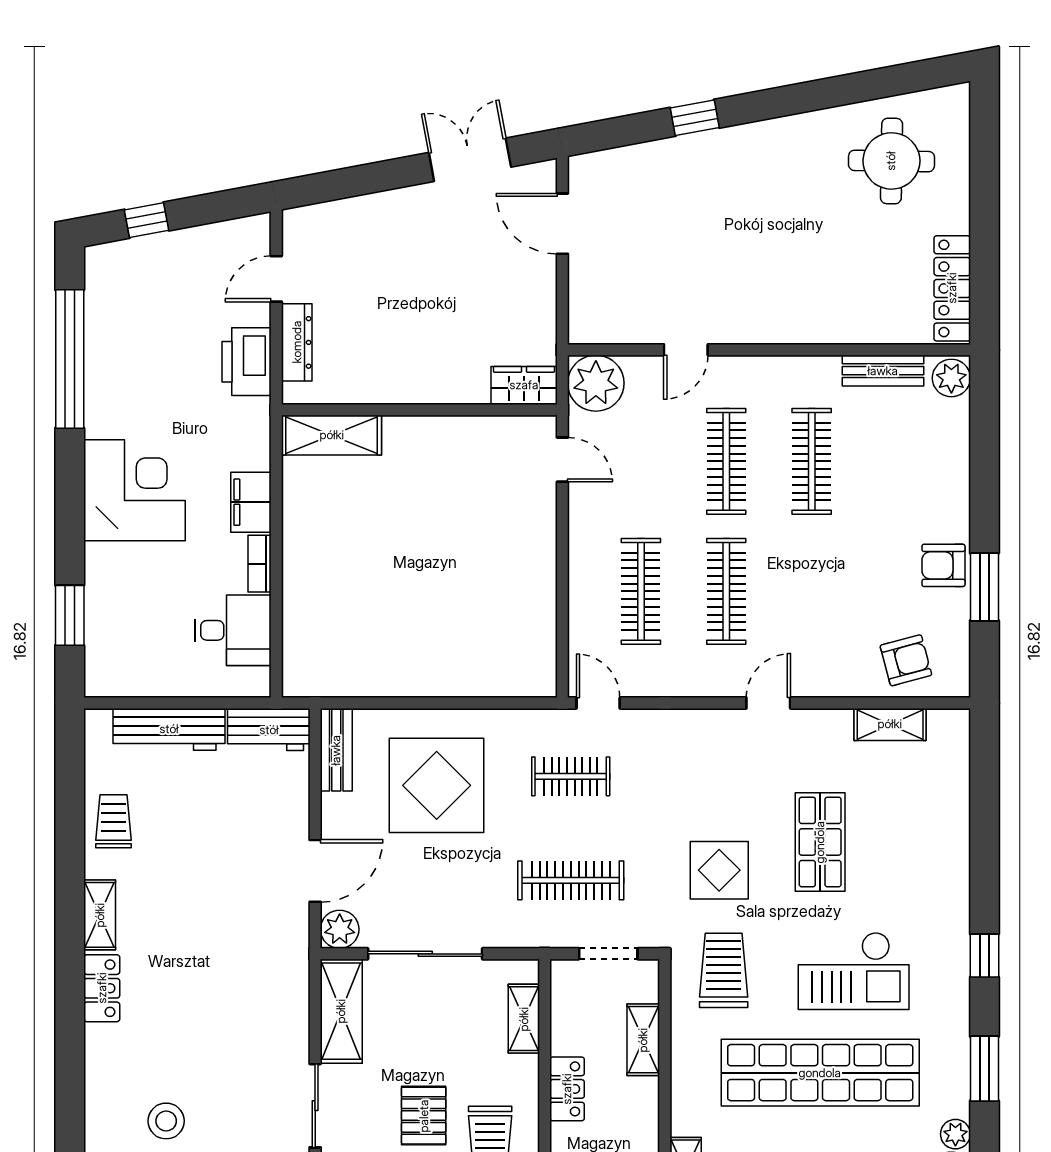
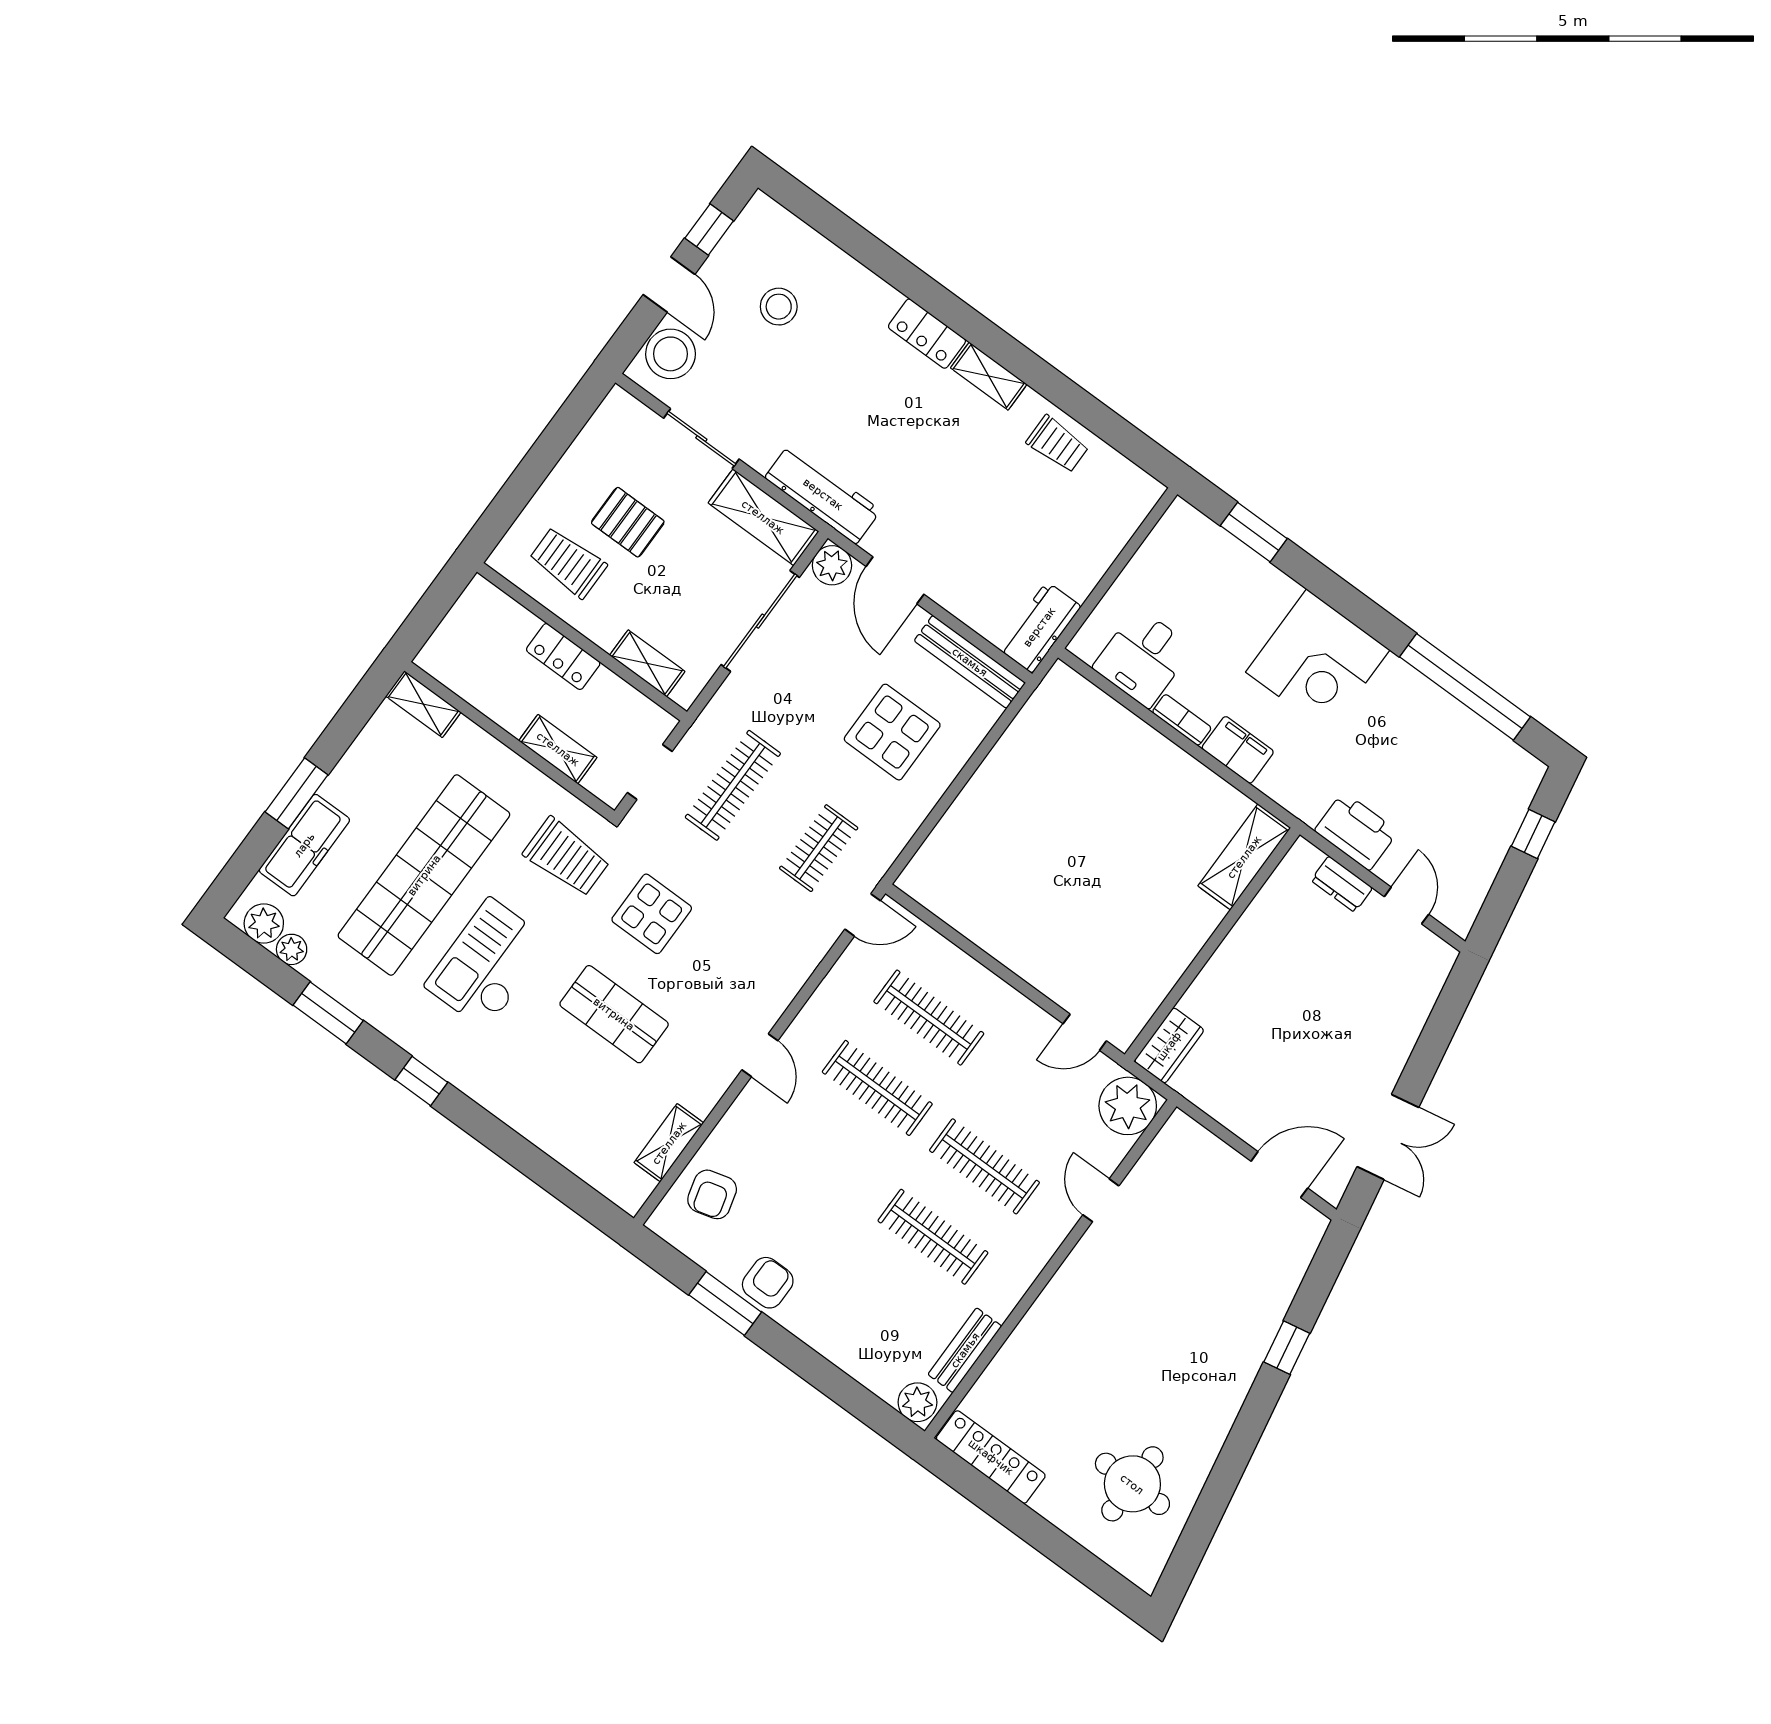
dresser: (297, 342) -> (1342, 884), width x0.70
workbench: (169, 729) -> (823, 494), moved, turned 90
bench: (336, 750) -> (970, 662), width x1.36
display table: (437, 785) -> (892, 732), width x0.73, depth x0.73

